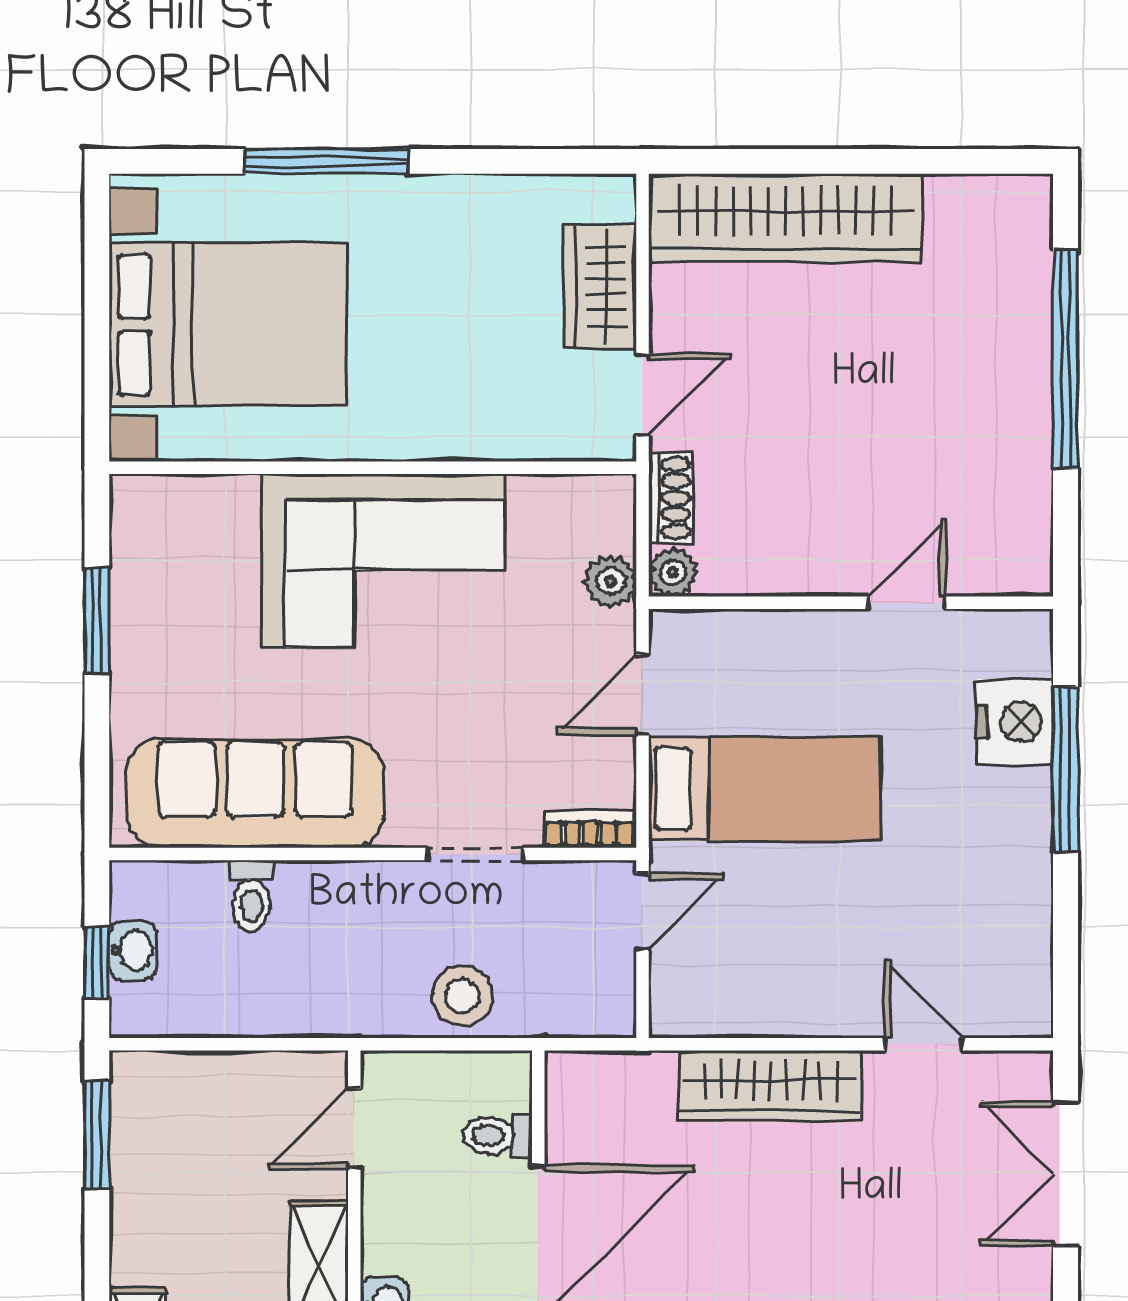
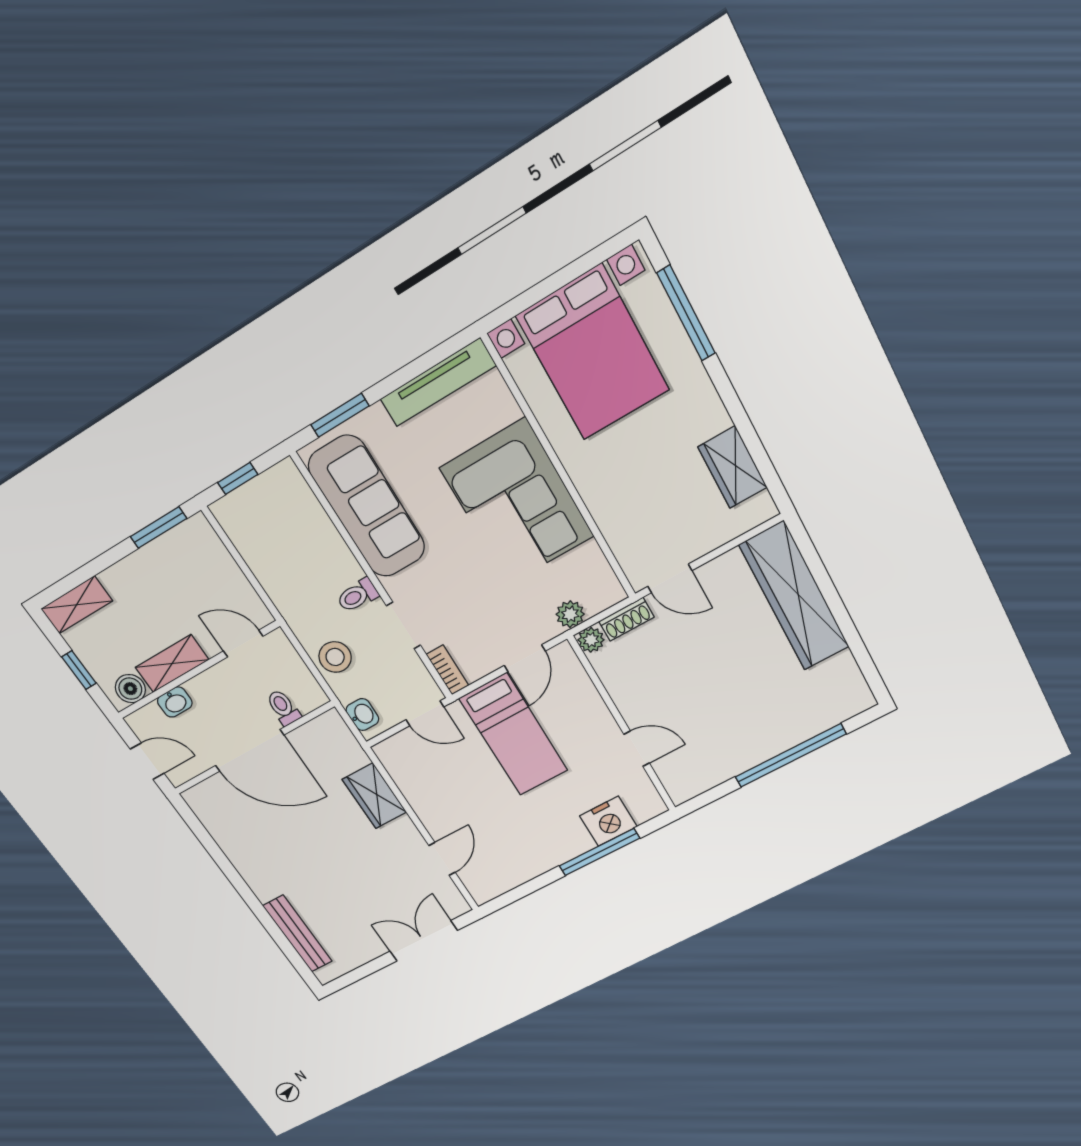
window: (326, 161) -> (686, 313), moved
wardrobe: (600, 287) -> (733, 467), moved, turned -90
tv unit: (136, 574) -> (438, 382), added
window: (97, 621) -> (340, 415), moved
door: (642, 695) -> (525, 658), swing flipped
toilet: (251, 896) -> (357, 595), moved
washbasin: (133, 951) -> (362, 715), moved, turned -90
wardrobe: (770, 1086) -> (374, 796), width x0.67

